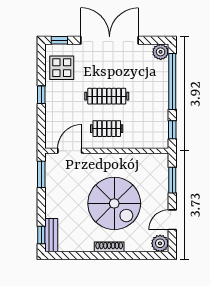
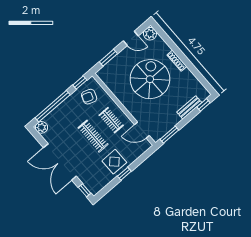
display table: (62, 68) -> (114, 162), moved
armchair: (150, 127) -> (89, 97), added
bench: (51, 235) -> (189, 107), moved

